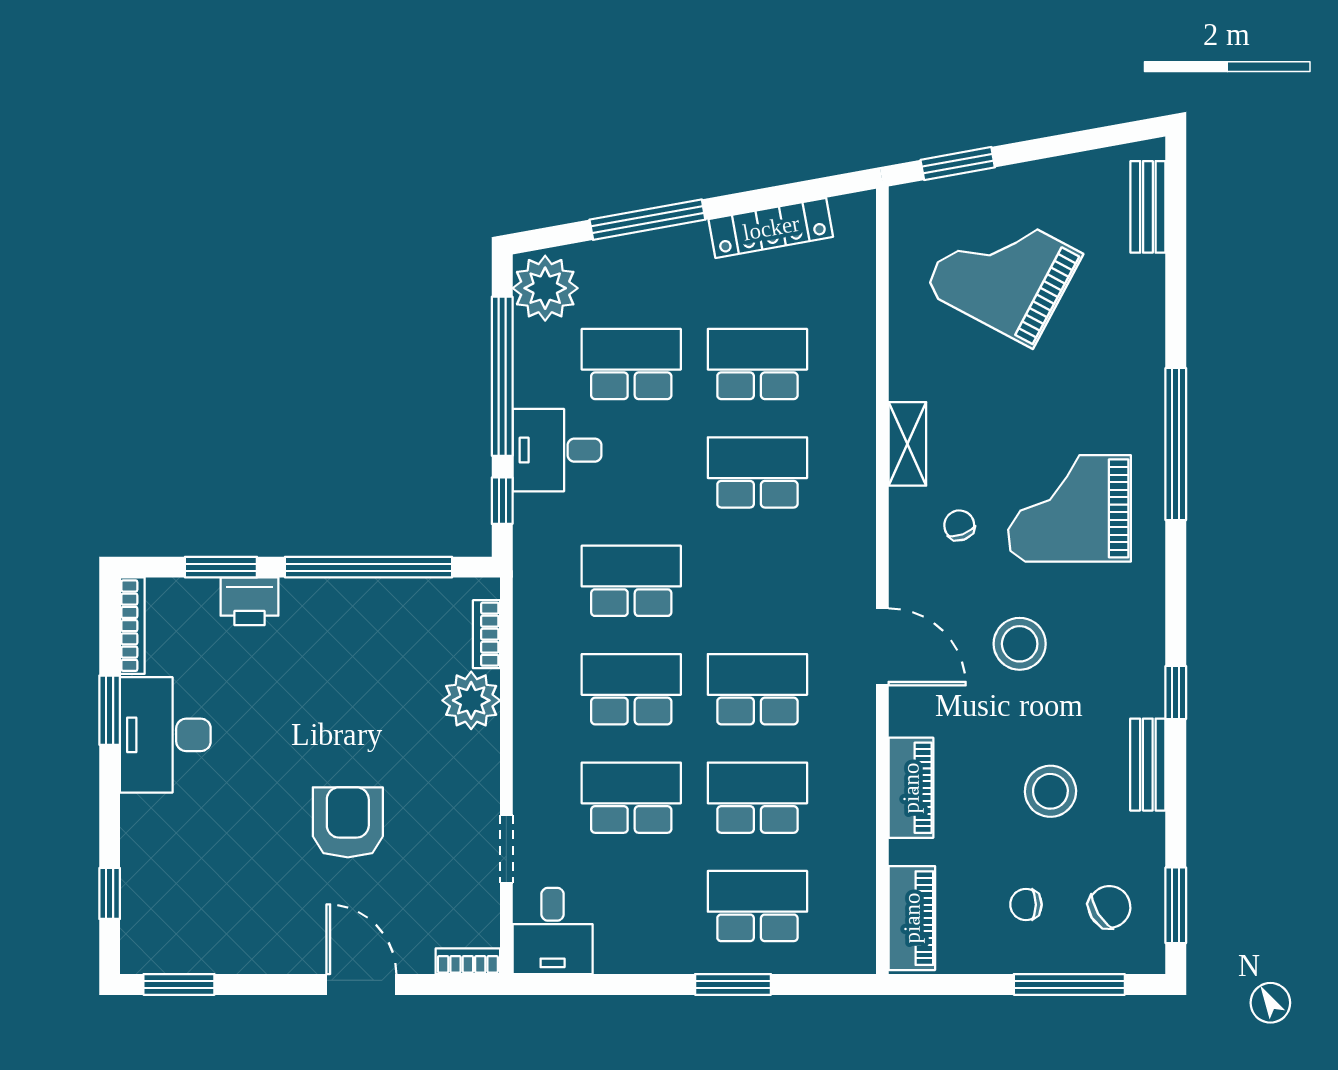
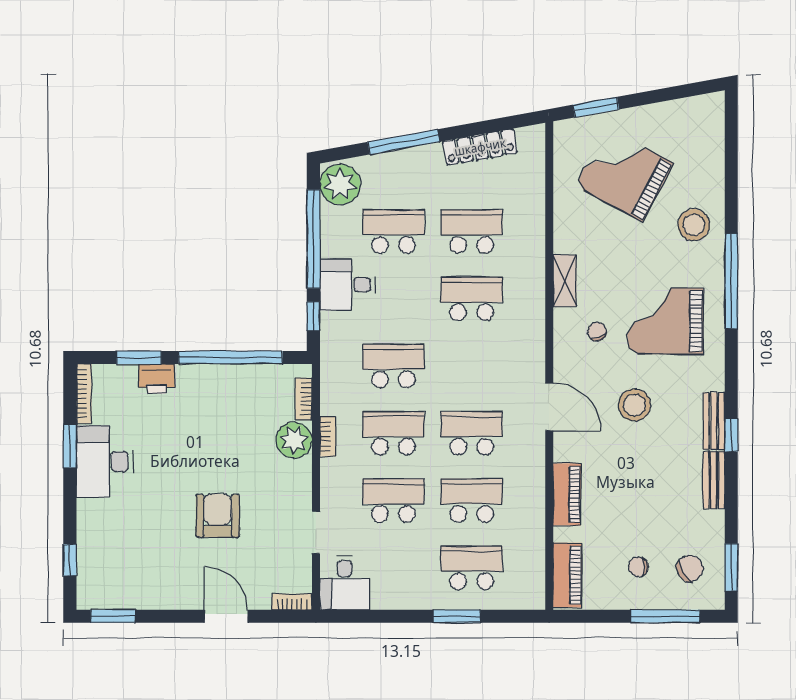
bench: (1148, 207) -> (714, 421), moved
bookcase: (525, 694) -> (328, 436), added
stool: (1050, 791) -> (694, 225), moved

